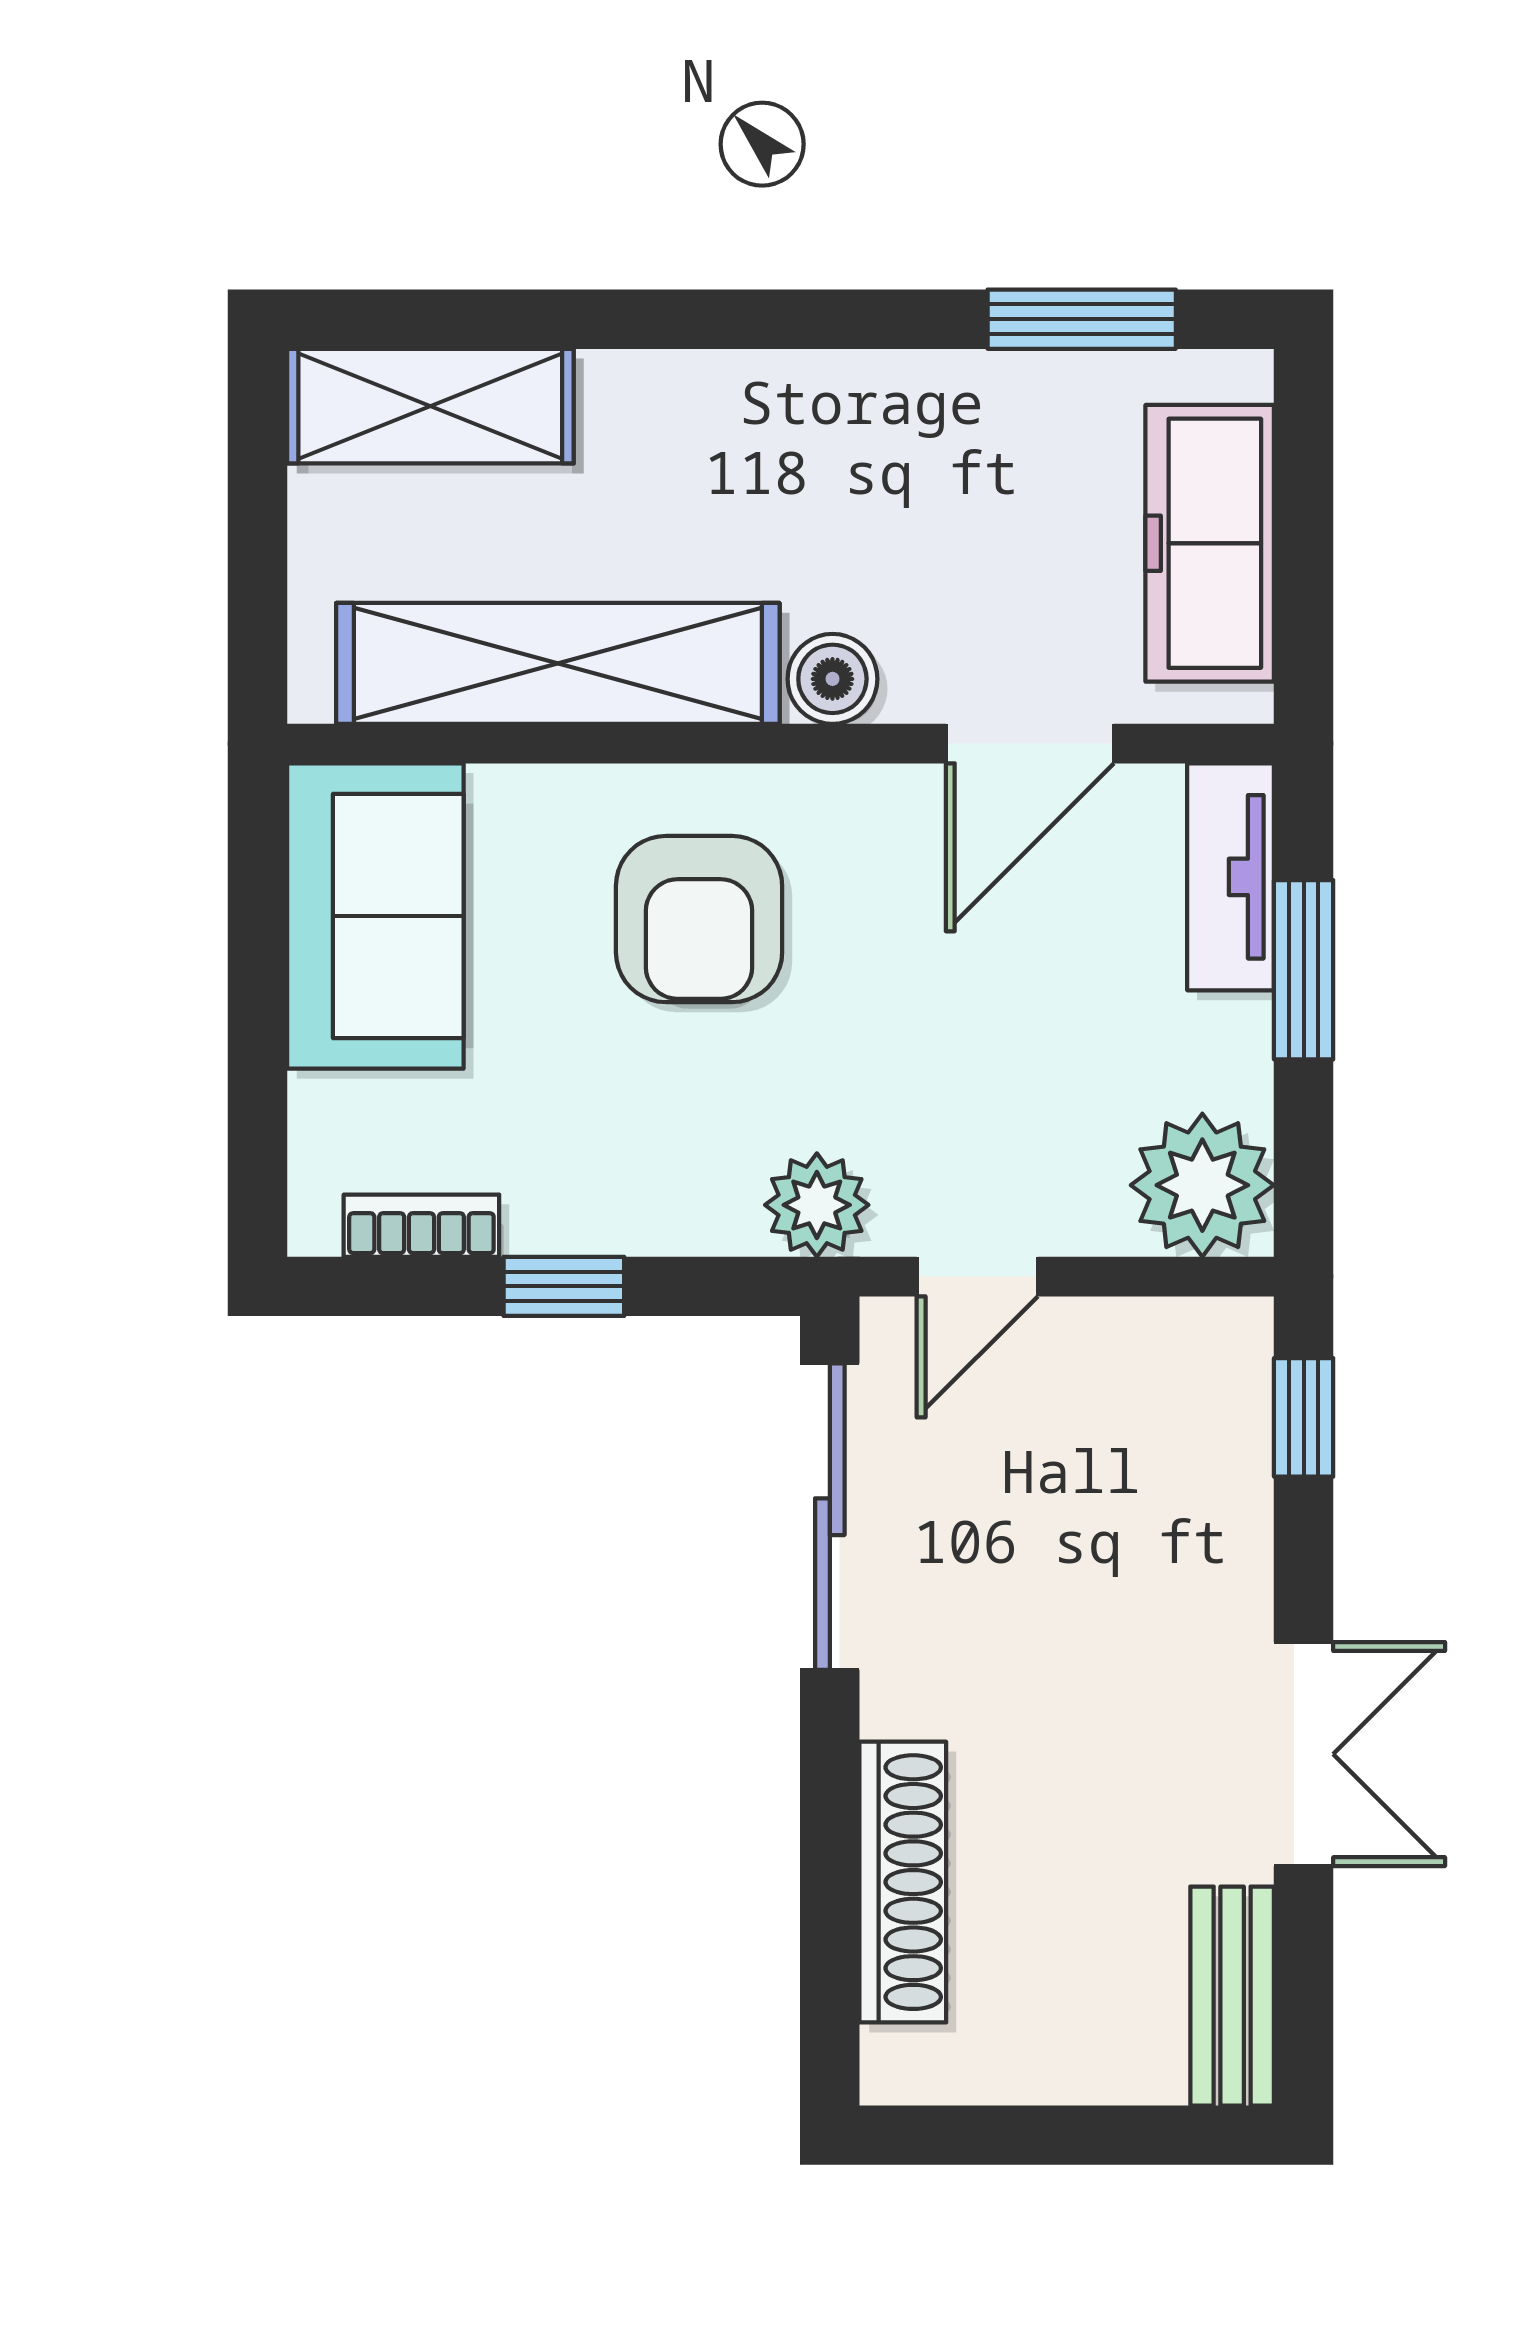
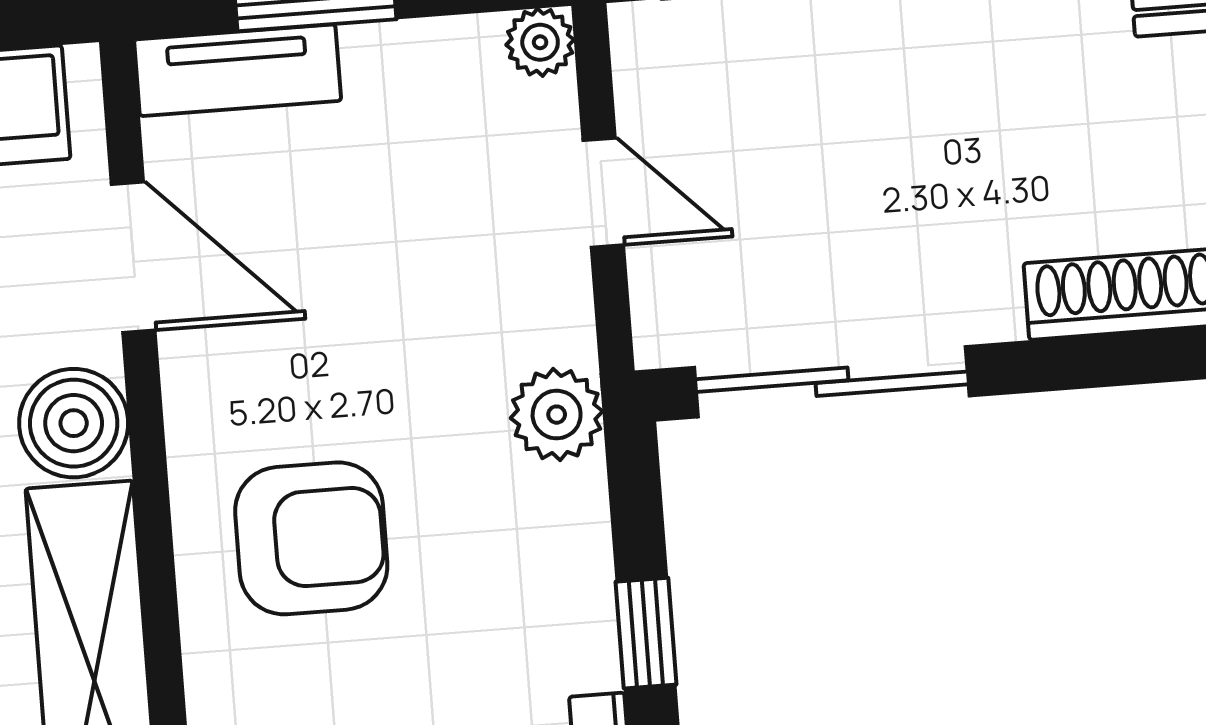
boiler: (832, 679) -> (74, 423), width x1.36, depth x1.36
plant: (1202, 1185) -> (540, 42), width x0.53, depth x0.53
door: (977, 1277) -> (603, 193), moved

